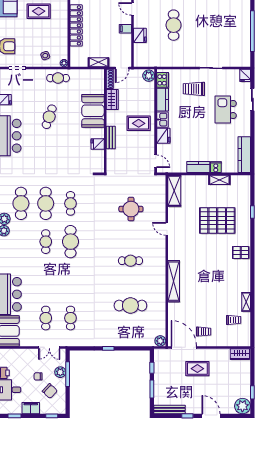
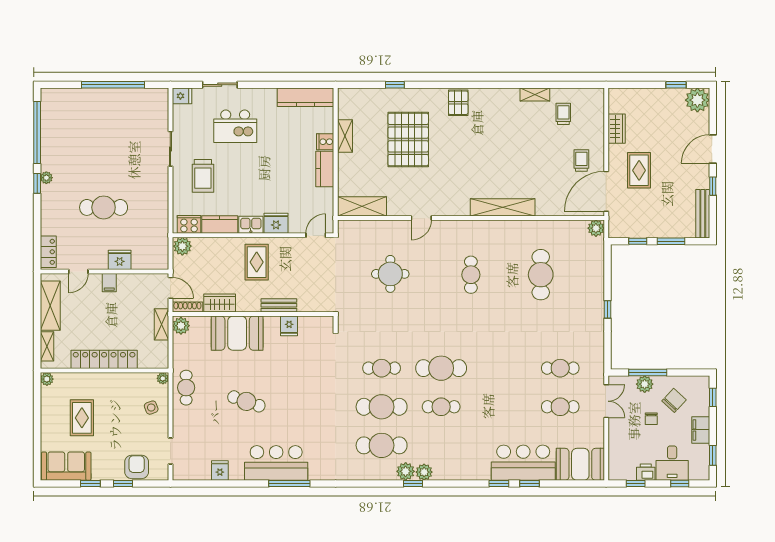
plant: (98, 75) -> (181, 326), added
wardrobe: (240, 354) -> (617, 129), moved

